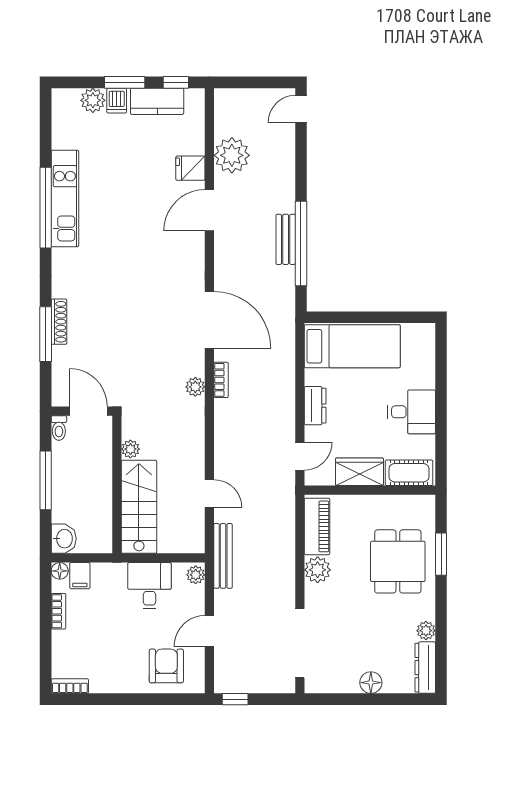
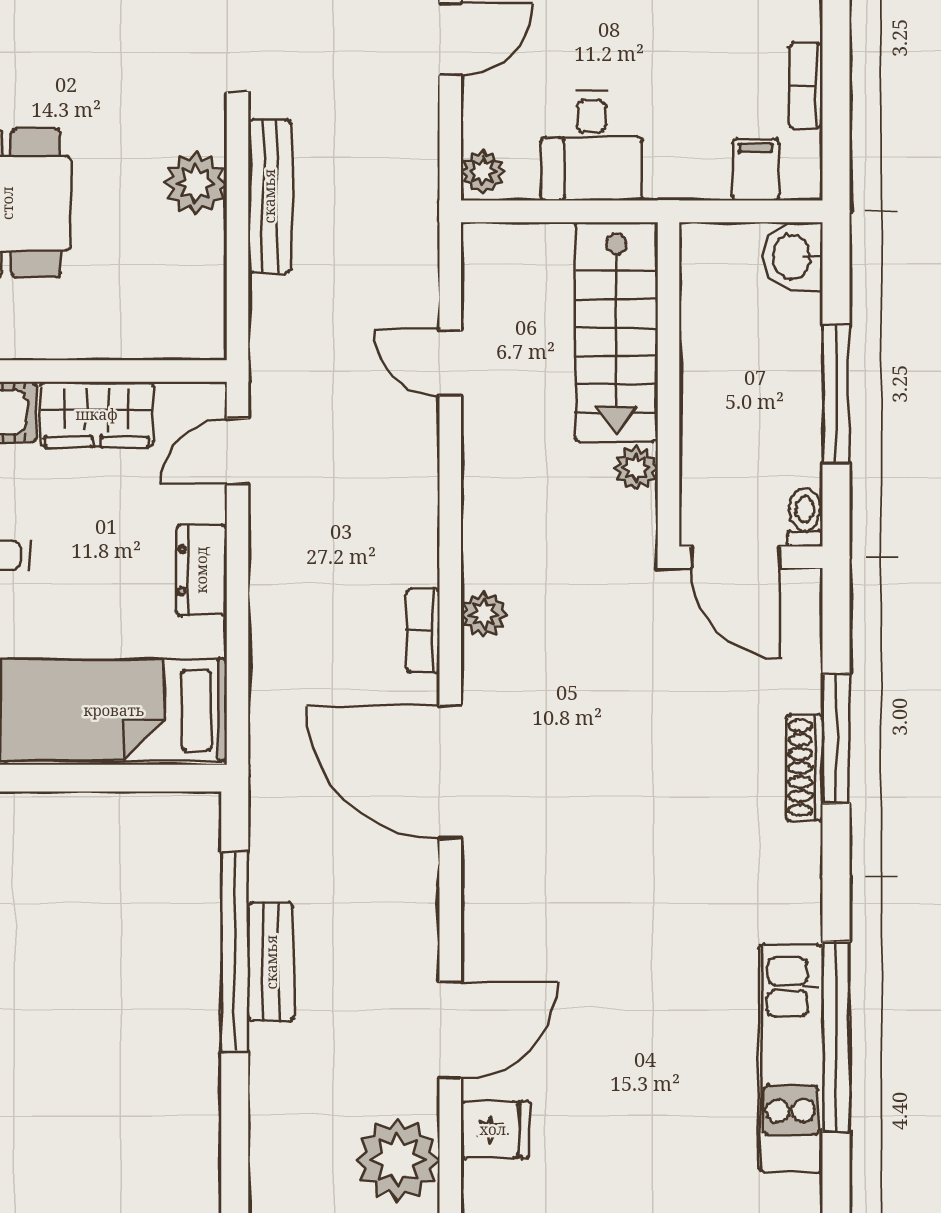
piano: (317, 526) -> (197, 286), removed
bench: (223, 556) -> (269, 196), moved
floor lamp: (60, 571) -> (803, 181), removed

